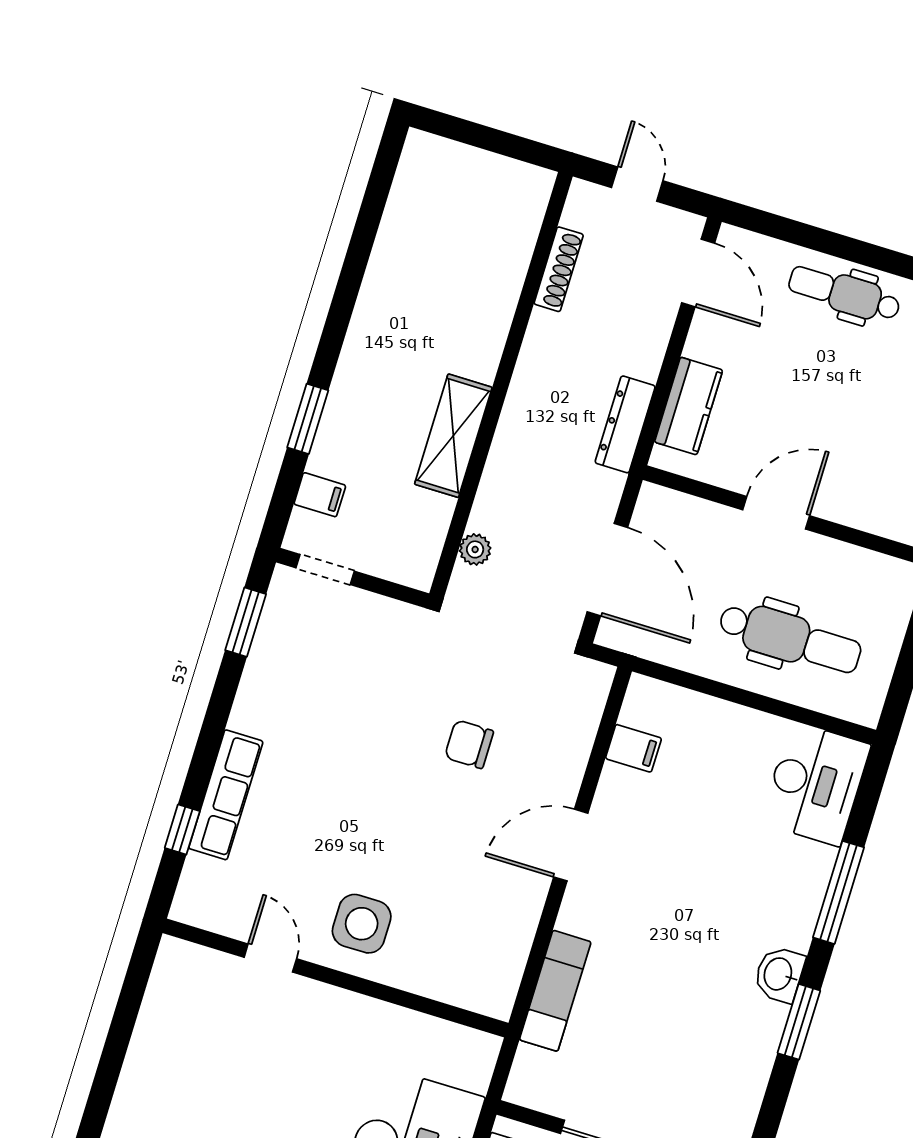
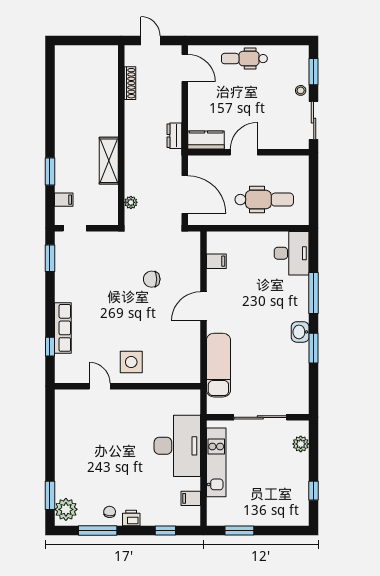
kitchen counter: (689, 406) -> (206, 140), moved, turned -90
dresser: (625, 424) -> (174, 136), width x0.70
exam couch: (555, 991) -> (218, 365), width x1.36, depth x1.45

